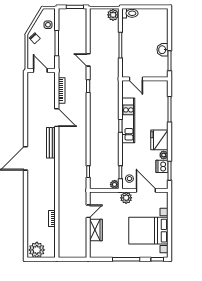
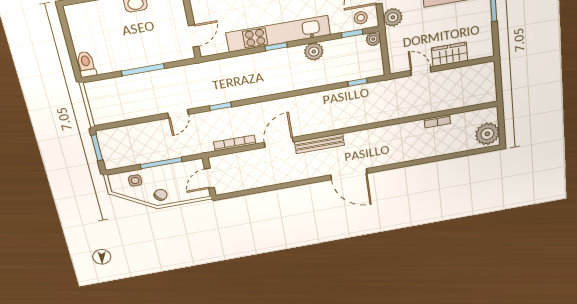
plant: (113, 15) -> (314, 52), moved
kitchen unit: (128, 120) -> (278, 34), width x1.36

